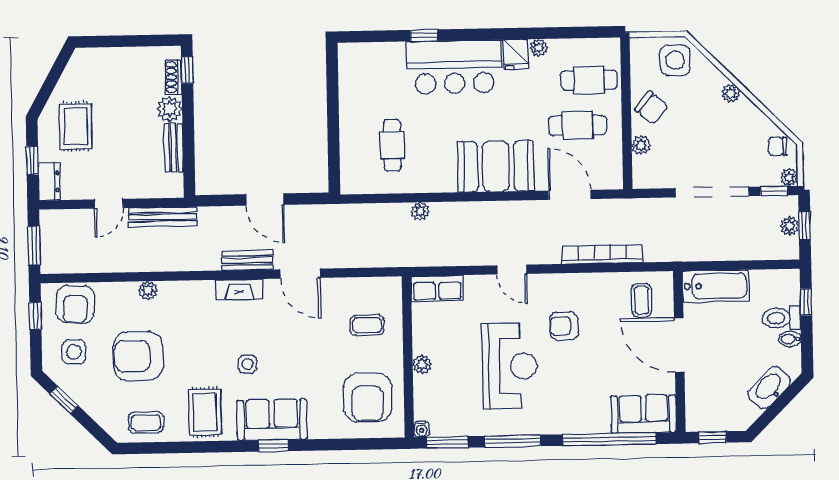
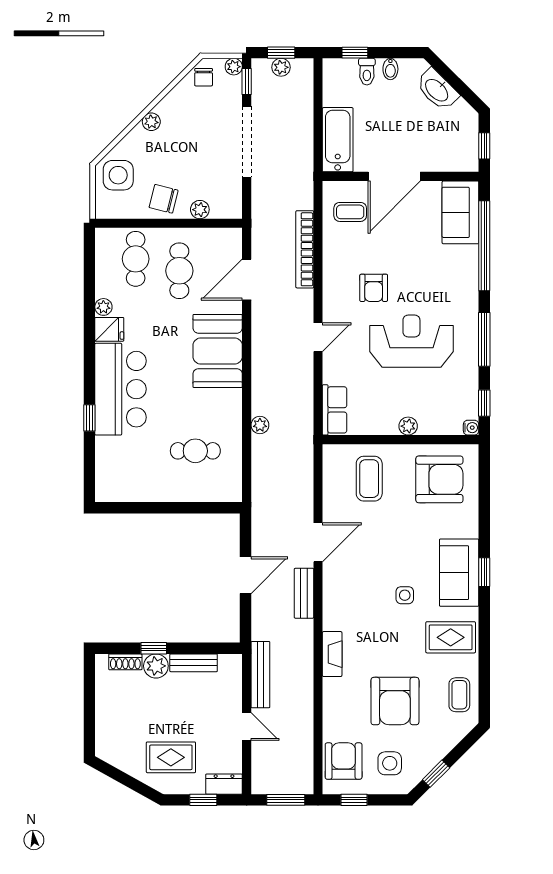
window: (187, 70) -> (154, 648), moved
chair: (651, 108) -> (164, 199), turned -116
fireplace: (239, 289) -> (332, 654), moved
plant: (148, 291) -> (332, 690), removed
armchair: (75, 304) -> (344, 761), turned -93
toilet: (781, 318) -> (367, 72), width x0.73, depth x0.72
coffee table: (367, 325) -> (369, 479), width x1.36, depth x1.30
window: (447, 442) -> (484, 403), width x0.67

